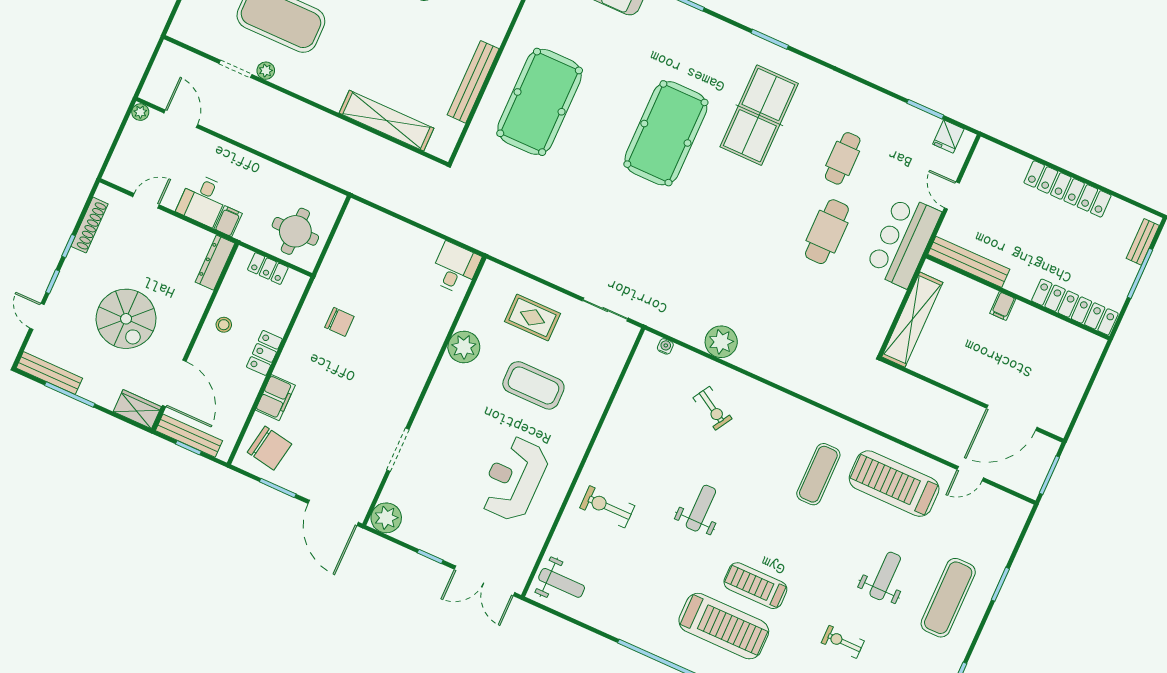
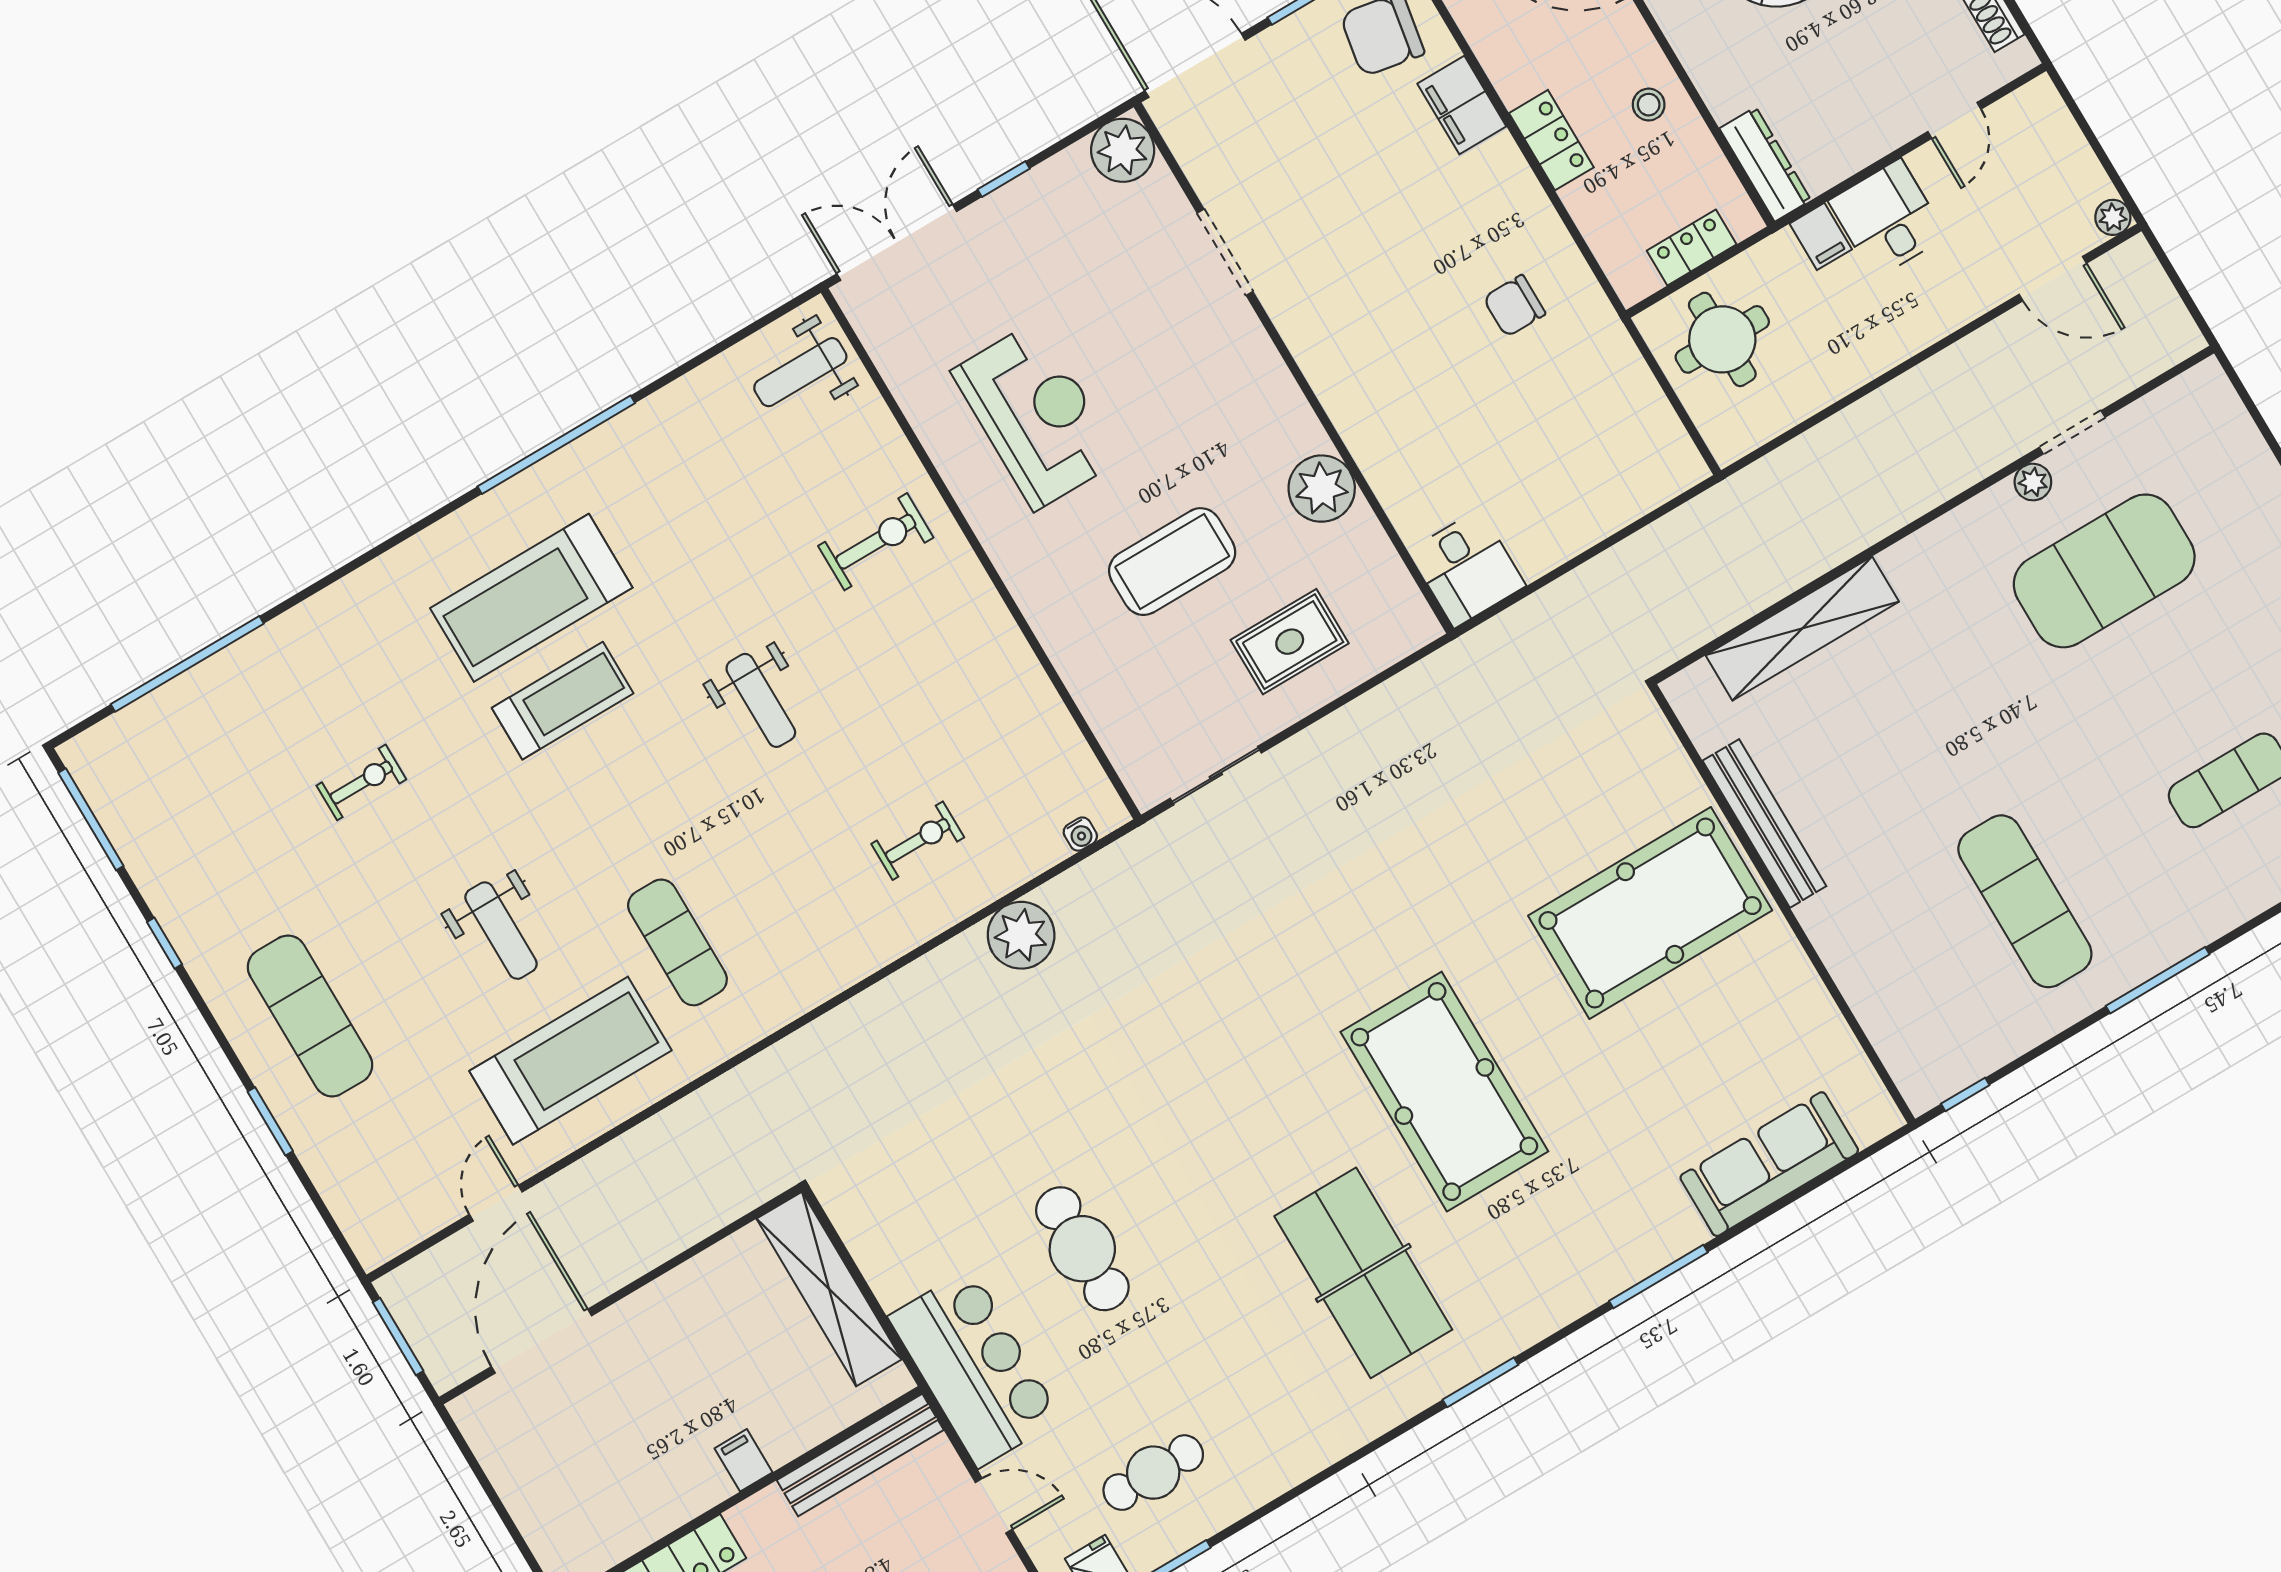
pool table: (540, 102) -> (1650, 913), turned 90
cafe table: (843, 158) -> (1153, 1473), moved, turned 90
exercise bike: (713, 408) -> (918, 841), turned 149
weight bench: (885, 576) -> (501, 931), moved

